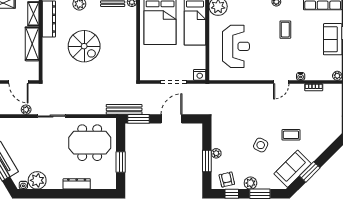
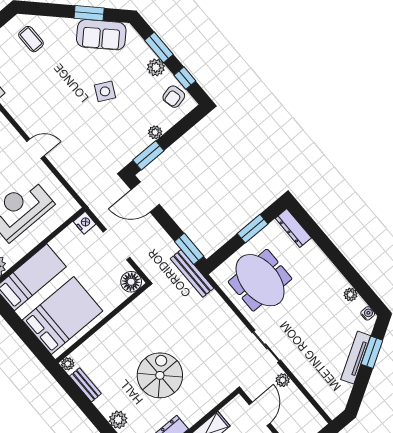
floor lamp: (147, 73) -> (131, 282), added
door: (281, 82) -> (35, 149), moved
door: (172, 119) -> (145, 197), moved
coffee table: (291, 135) -> (31, 39), moved
window: (207, 161) -> (148, 155), moved
plant: (37, 180) -> (350, 294), width x0.53, depth x0.53
dresser: (77, 184) -> (293, 228), moved

